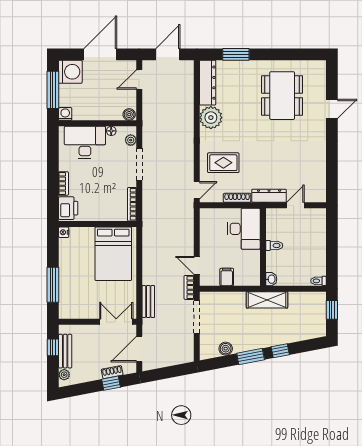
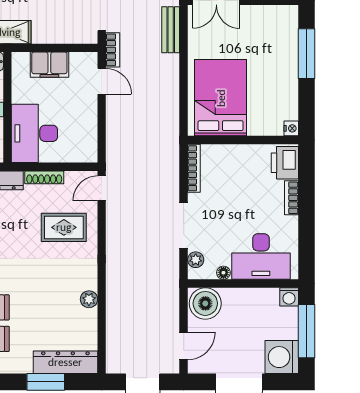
dresser: (208, 83) -> (65, 362), moved, turned 90
boiler: (129, 115) -> (205, 303), width x1.86, depth x1.86
plant: (211, 118) -> (89, 299), width x0.53, depth x0.53
filing cabinet: (227, 277) -> (49, 65), width x2.00

